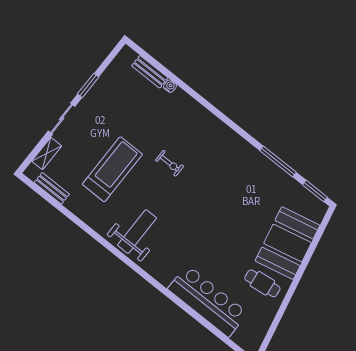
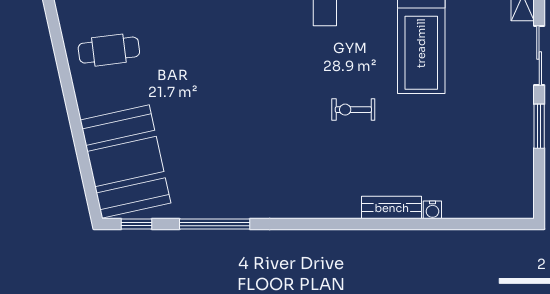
bench: (150, 72) -> (392, 208), moved
window: (315, 191) -> (136, 224), width x0.67
booth: (287, 243) -> (125, 162), moved

